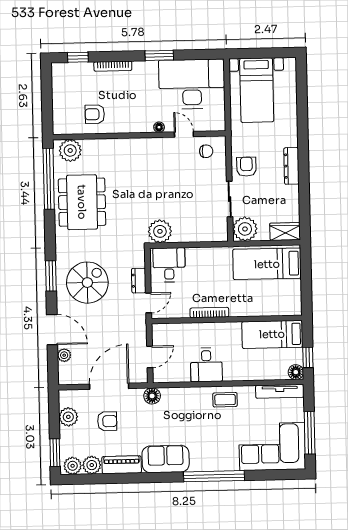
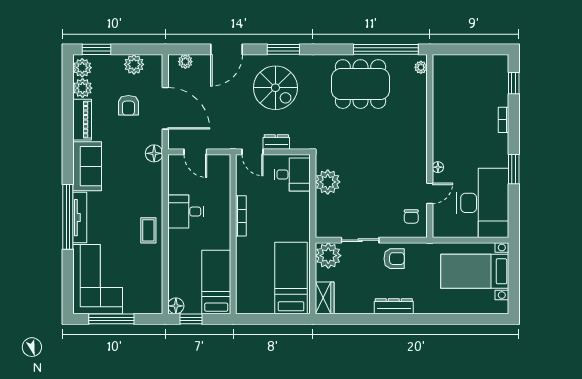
bookcase: (113, 66) -> (503, 120), width x0.64
armchair: (95, 114) -> (453, 100), removed
plant: (70, 150) -> (421, 67), width x0.53, depth x0.53
plant: (160, 231) -> (328, 182), moved
plant: (64, 355) -> (185, 62), moved
tv unit: (280, 391) -> (80, 218), moved, turned 180

